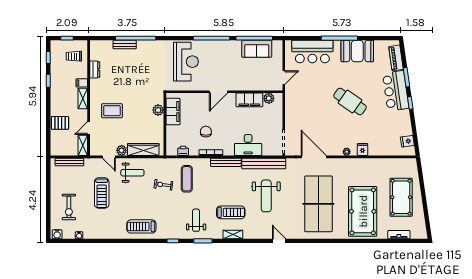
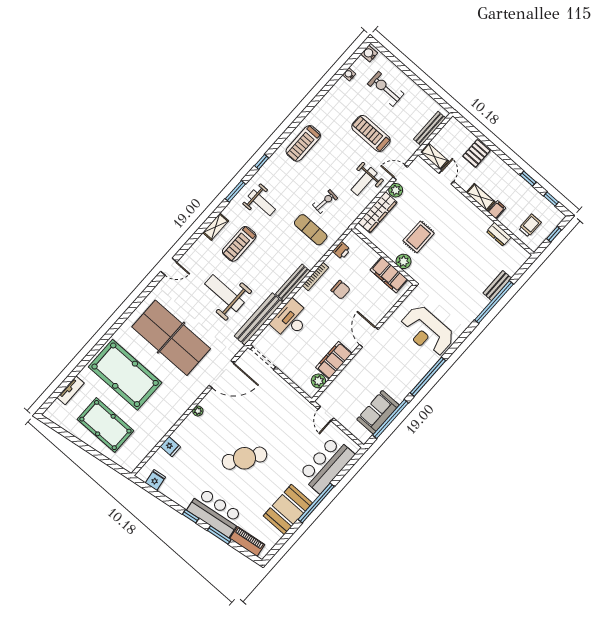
rug: (112, 111) -> (419, 237), moved
fridge: (362, 150) -> (170, 447), moved
treadmill: (141, 226) -> (303, 143), turned 180

